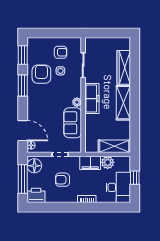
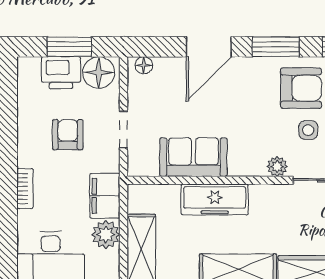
freezer: (92, 99) -> (215, 200), moved
plant: (77, 102) -> (277, 167), moved
door: (23, 131) -> (209, 47), moved
window: (23, 179) -> (69, 47), width x0.69
printer: (36, 195) -> (61, 73), moved, turned 90

